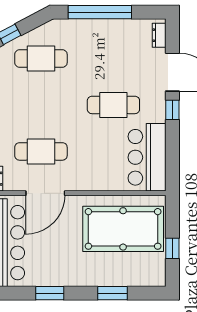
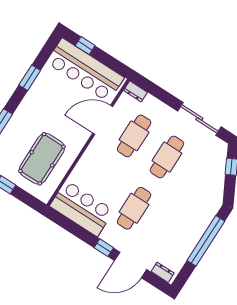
cafe table: (41, 58) -> (167, 157), moved
door: (45, 193) -> (103, 120), hinge flipped
pool table: (123, 229) -> (42, 159), width x0.73, depth x0.76

